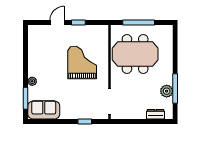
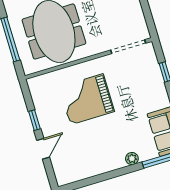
door: (57, 22) -> (43, 149), swing flipped

